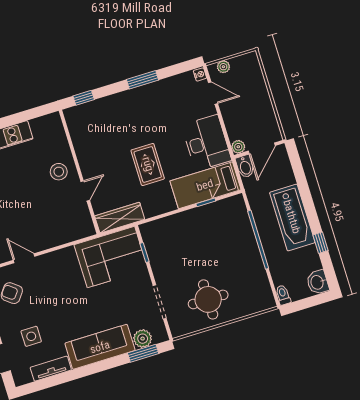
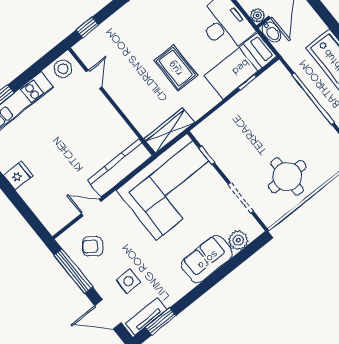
stool: (59, 172) -> (63, 69), moved
door: (85, 191) -> (94, 79), moved
kitchen counter: (63, 233) -> (120, 168), added
corner sofa: (111, 257) -> (172, 187), width x1.36, depth x1.36
sofa: (100, 347) -> (207, 259), width x0.73
window: (143, 353) -> (161, 321), moved
tv unit: (51, 369) -> (146, 316), moved

